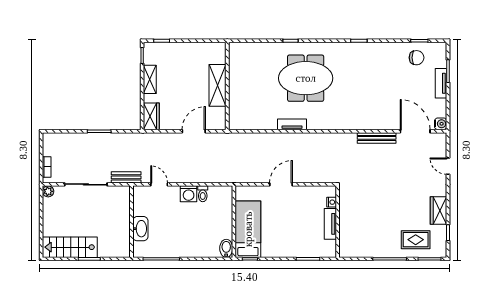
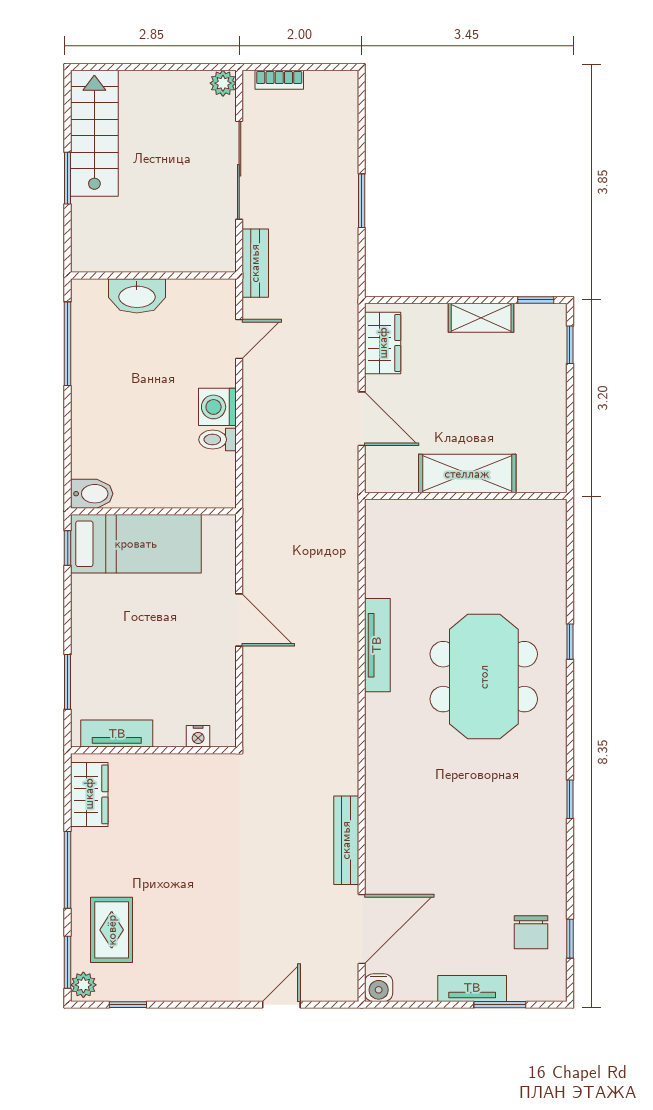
wardrobe: (151, 116) -> (383, 343), moved, turned -90
tv unit: (292, 124) -> (377, 645), width x1.41
wardrobe: (439, 211) -> (89, 794), moved, turned 90
tv unit: (330, 224) -> (117, 734), moved
plant: (439, 252) -> (83, 985), added

